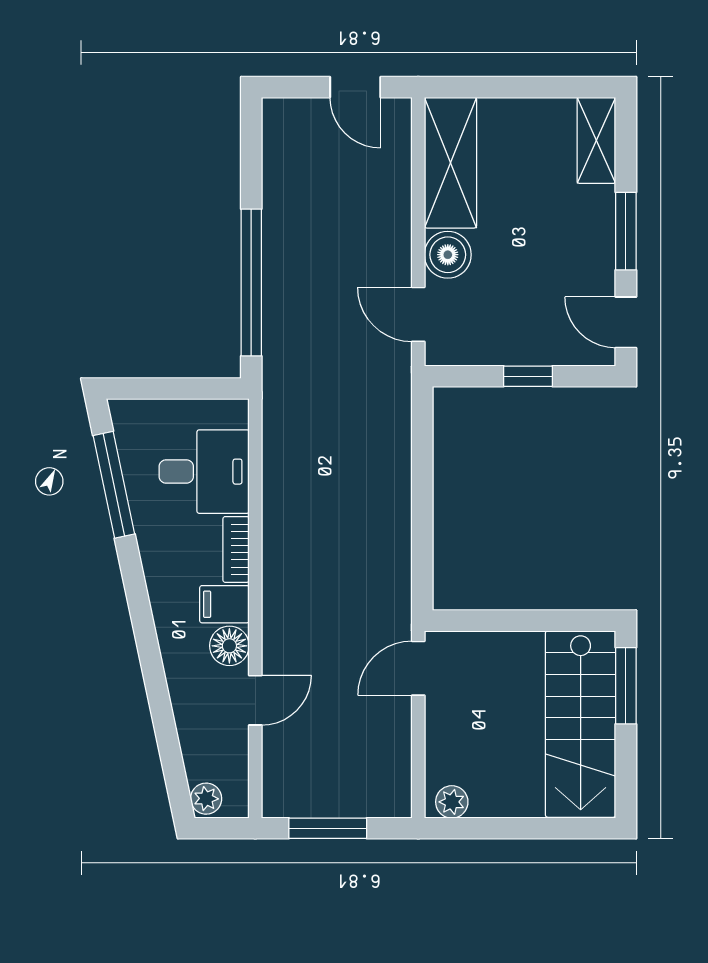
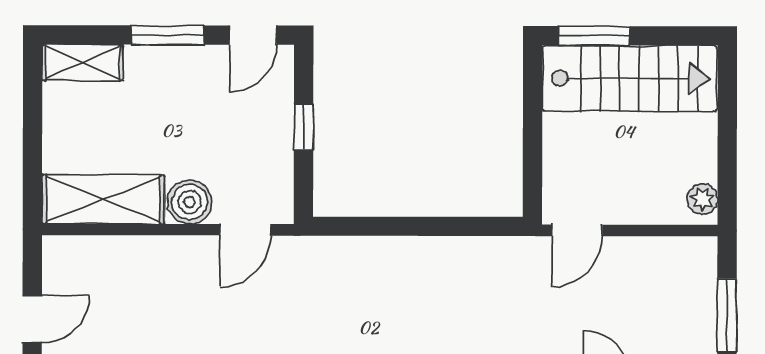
door: (355, 87) -> (32, 319), moved
door: (418, 668) -> (577, 230), hinge flipped

